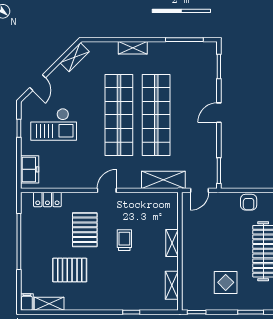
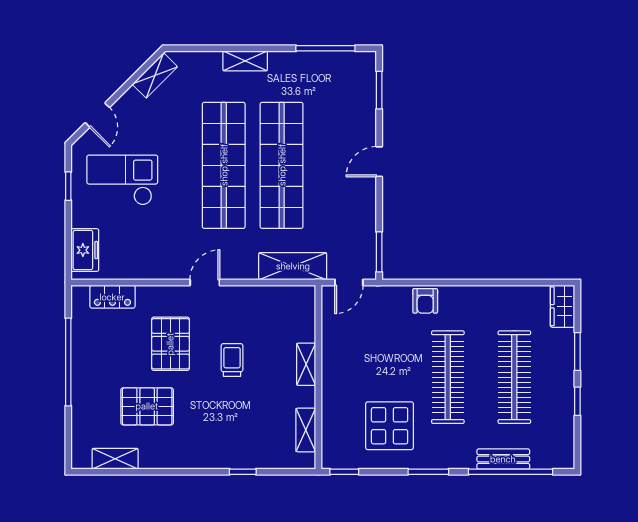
checkout: (54, 124) -> (122, 180), turned 180
display table: (226, 282) -> (390, 426), width x1.36, depth x1.36
filing cabinet: (27, 302) -> (81, 456), removed

